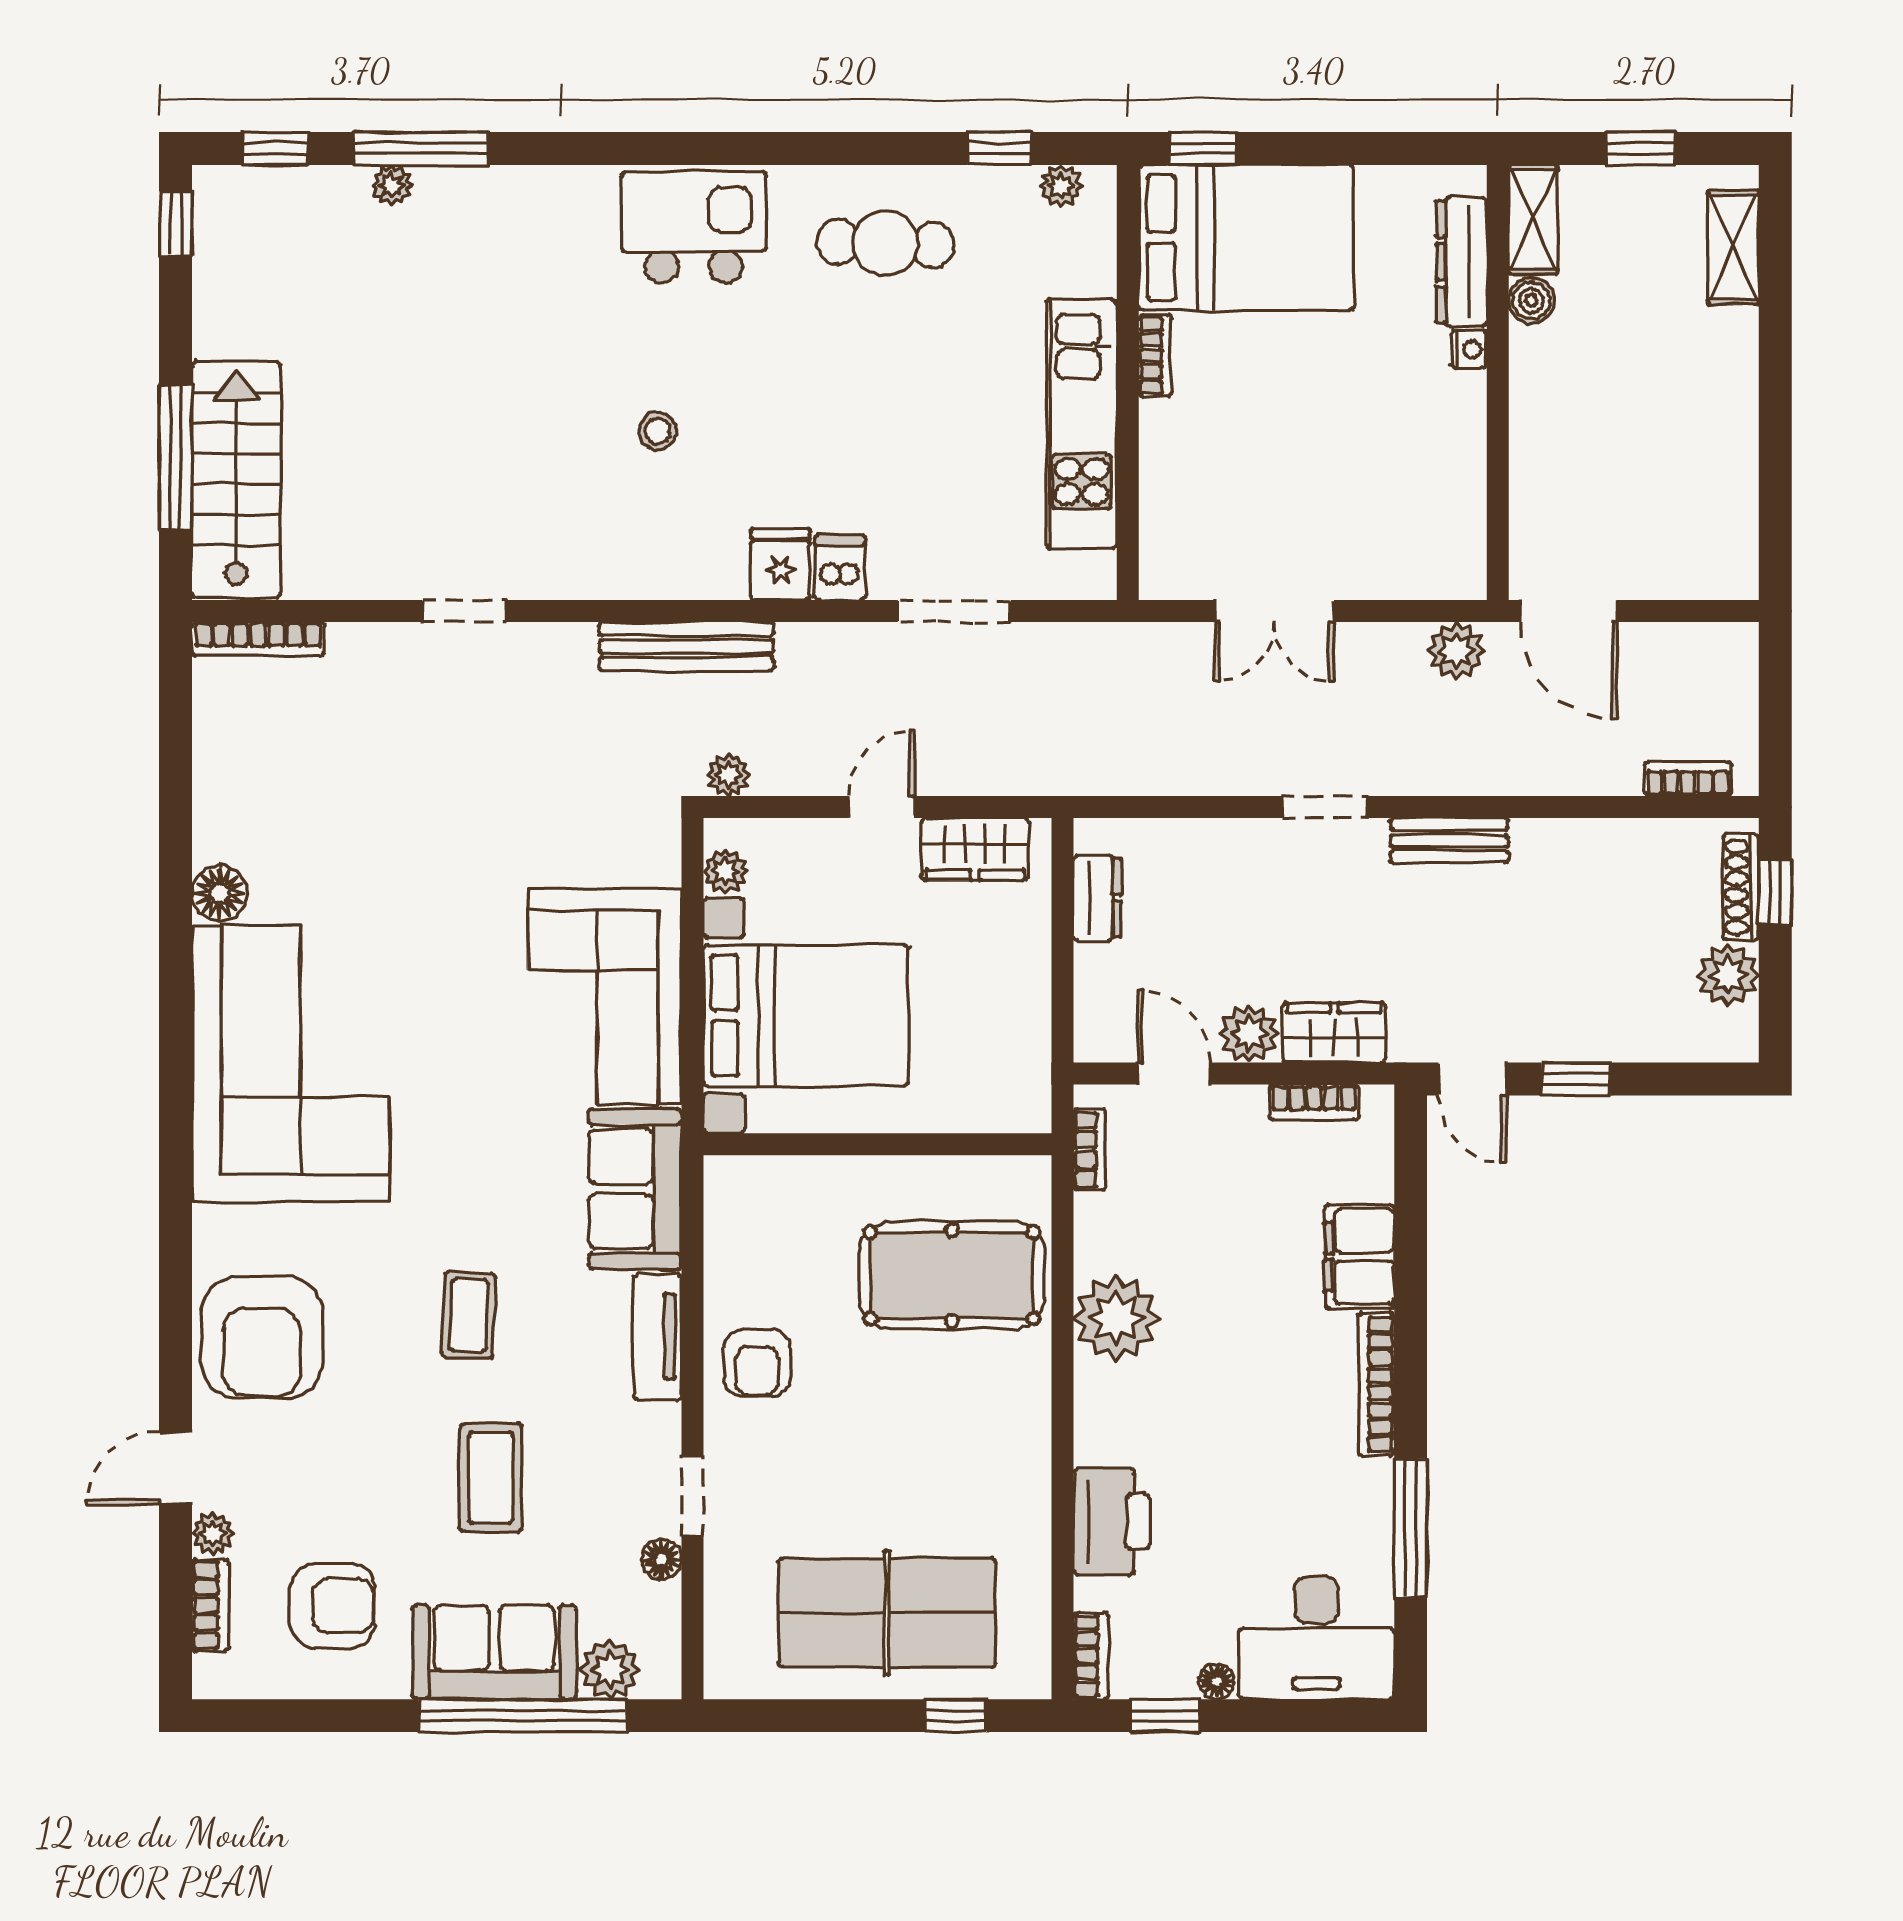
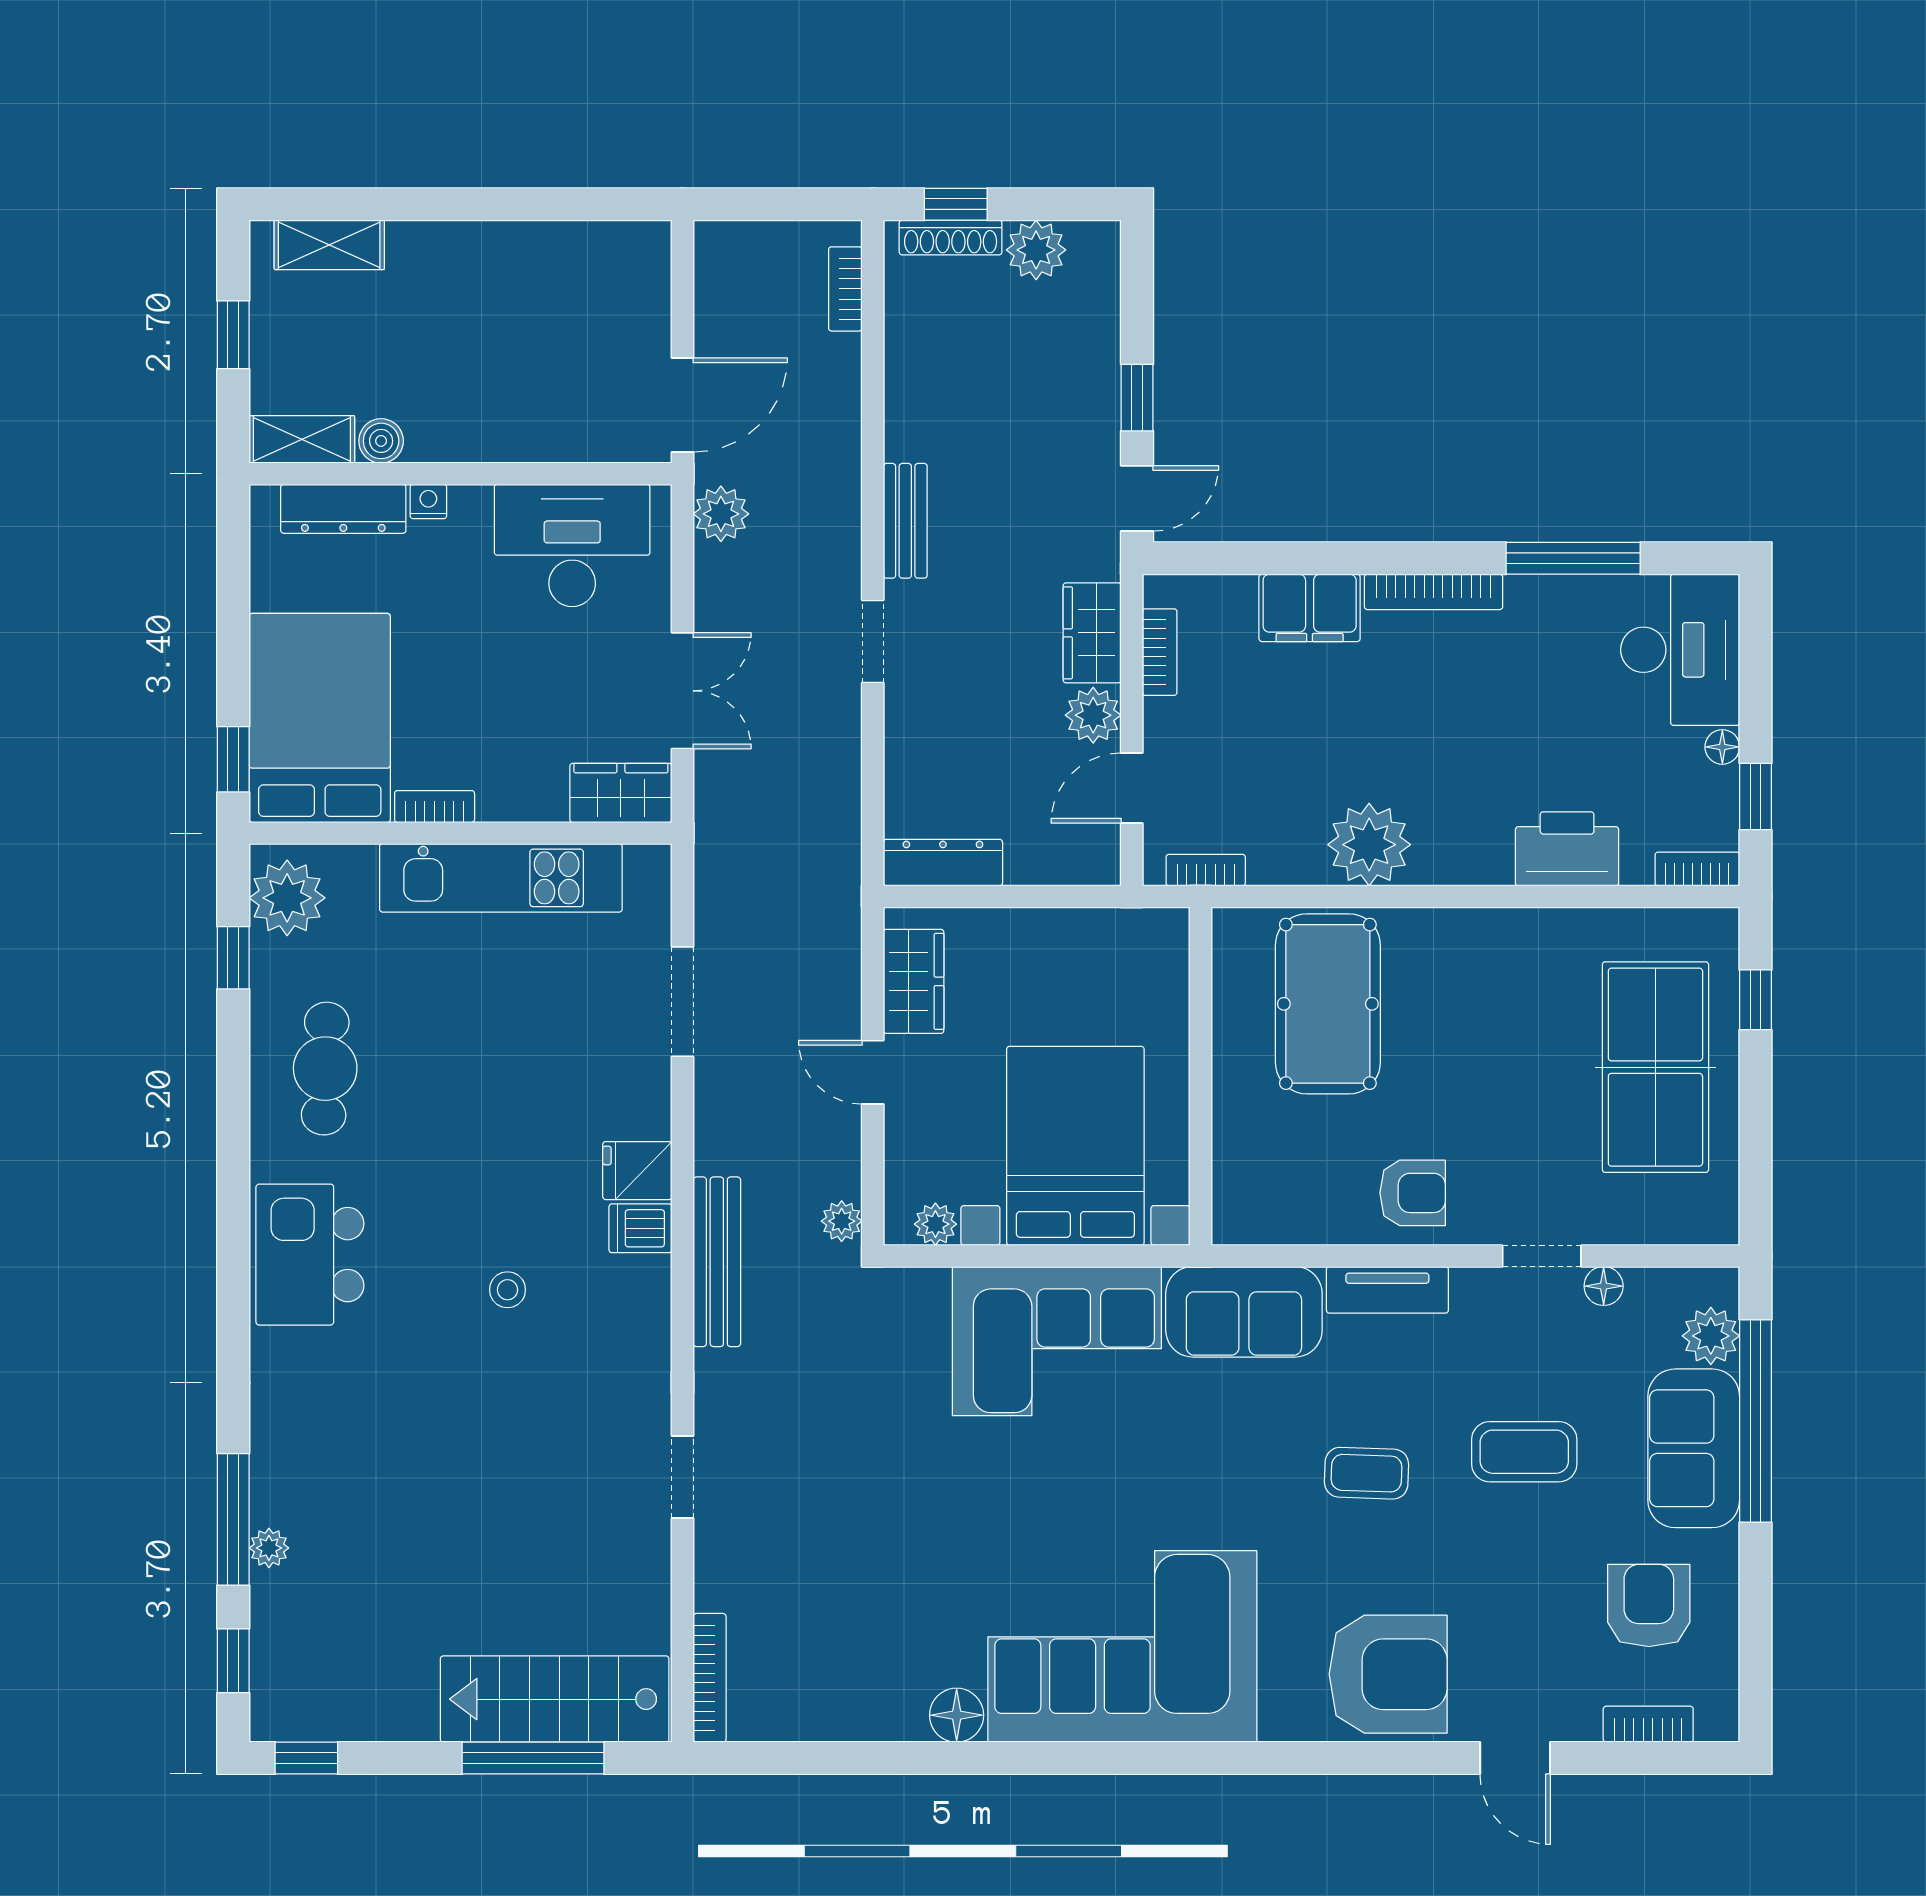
plant: (1061, 186) -> (287, 898), width x1.88, depth x1.88
desk: (1424, 497) -> (572, 545), added
wardrobe: (1169, 548) -> (621, 793), added
dishwasher: (840, 568) -> (640, 1228), moved
dresser: (1097, 898) -> (943, 863), width x1.44
plant: (213, 1534) -> (1579, 1722), removed

